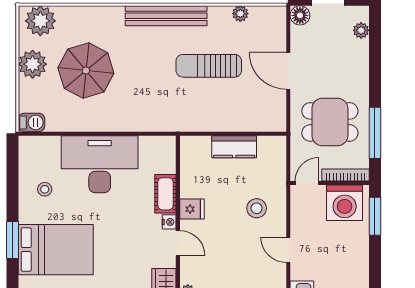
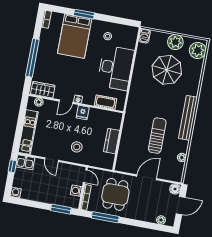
cot: (165, 194) -> (106, 102), moved
washing machine: (345, 203) -> (76, 191), width x0.53, depth x0.53
door: (288, 250) -> (52, 160), swing flipped

